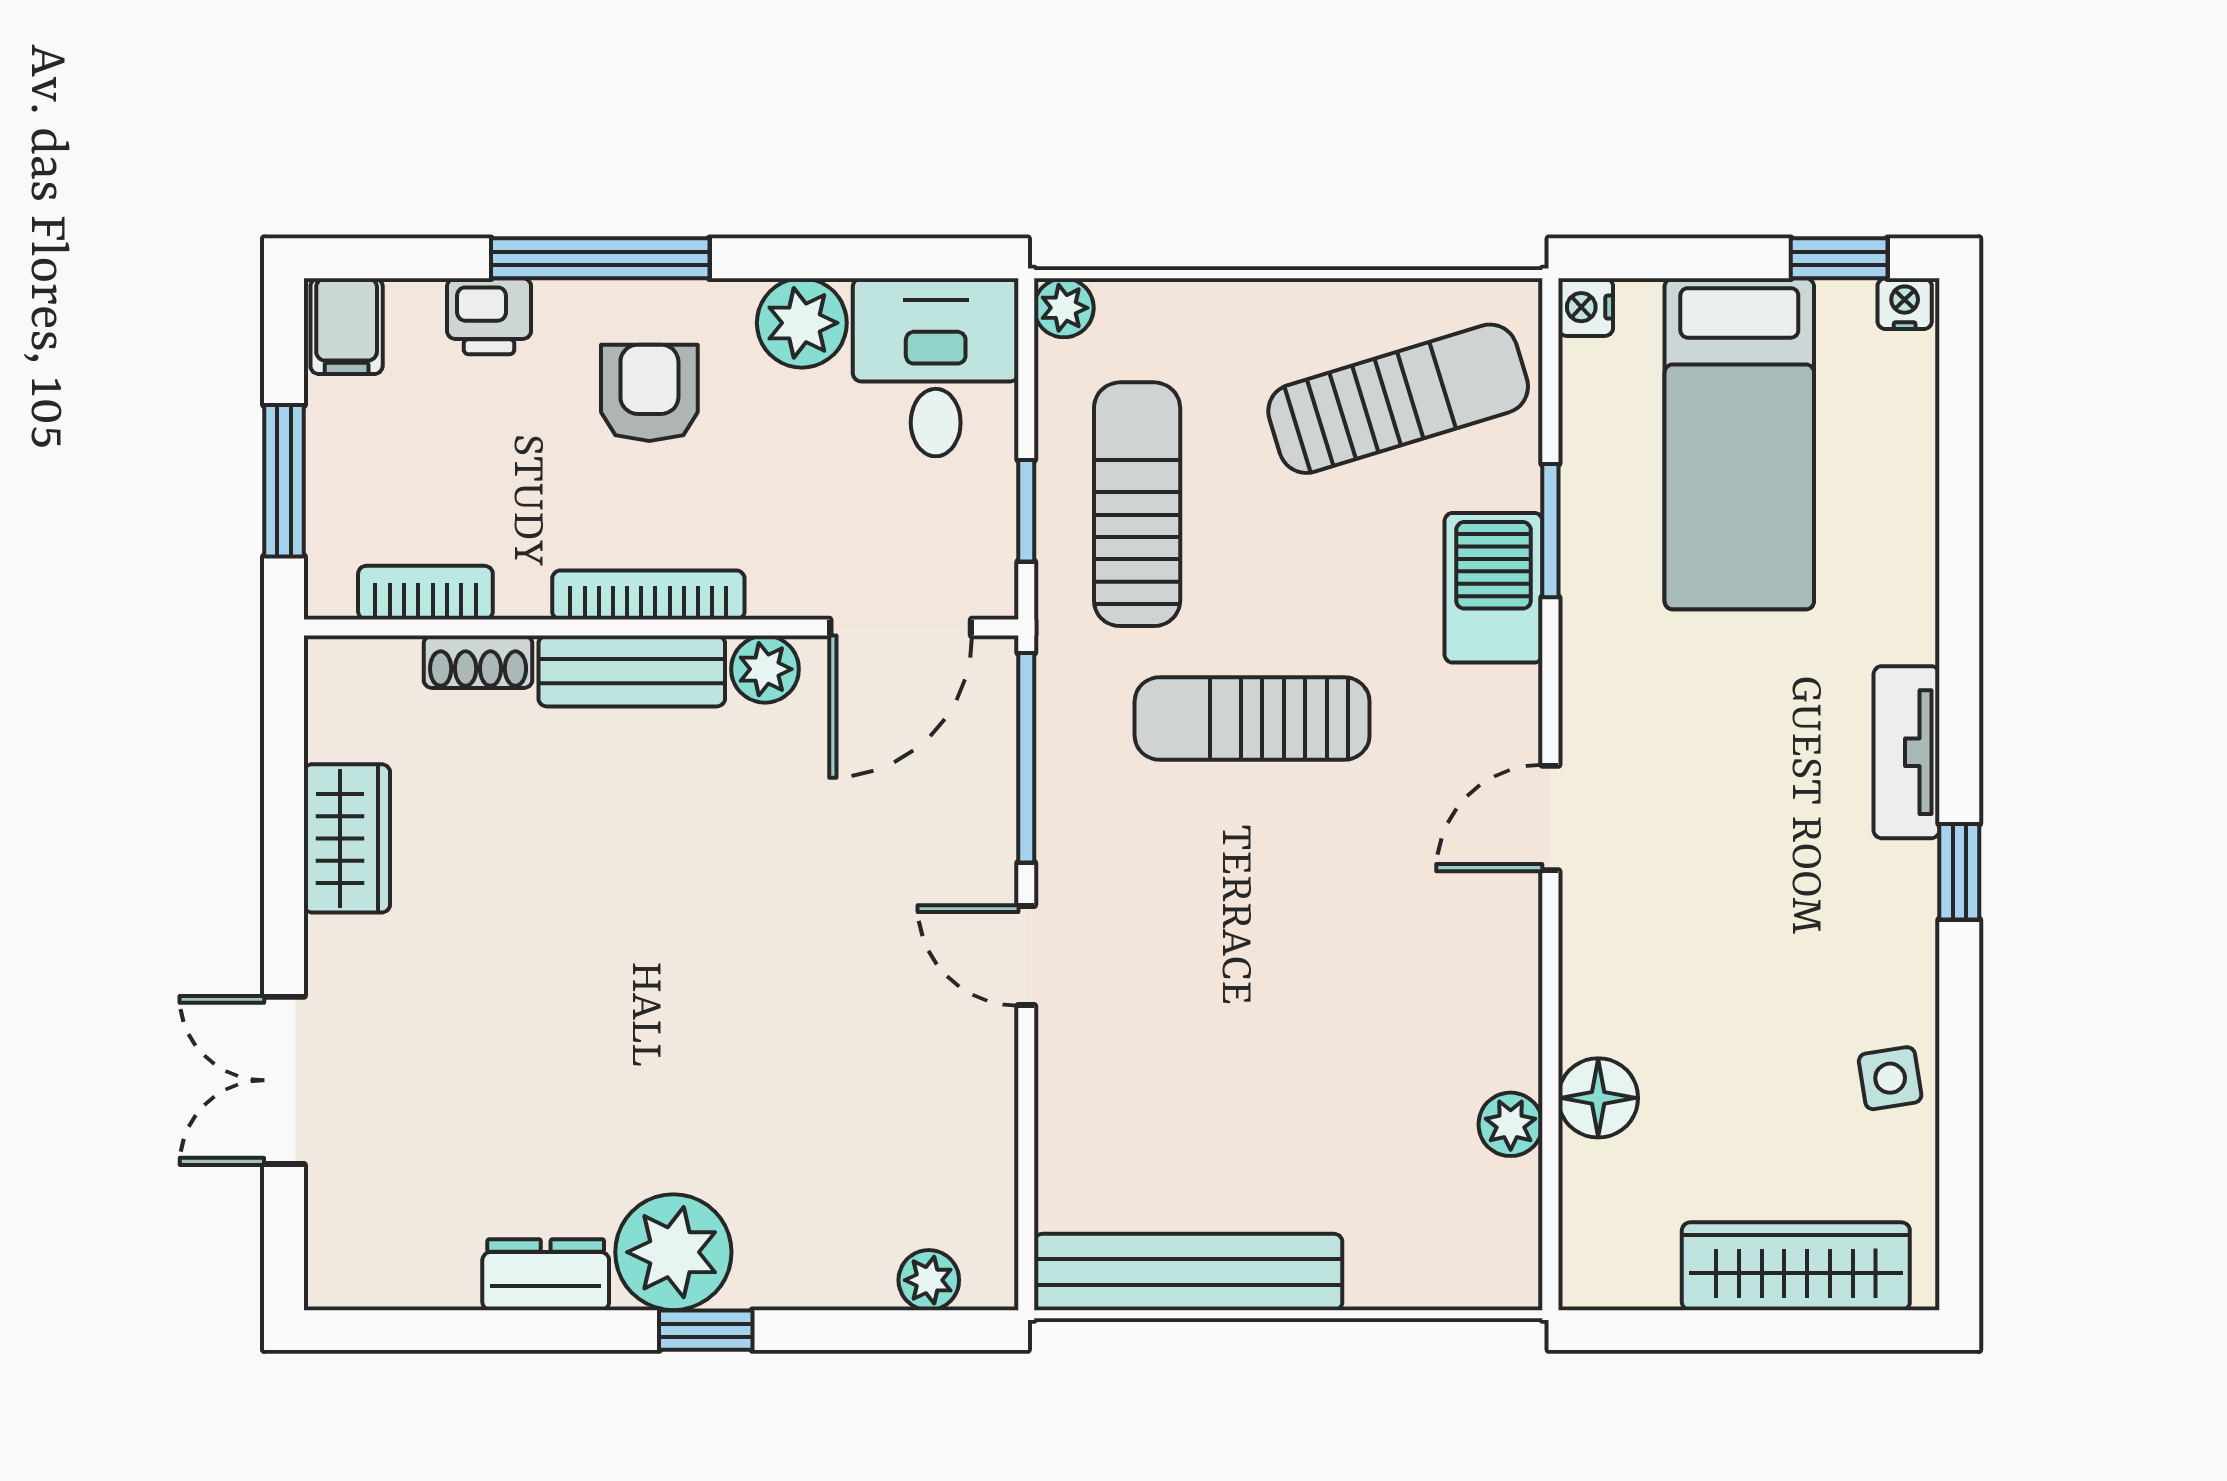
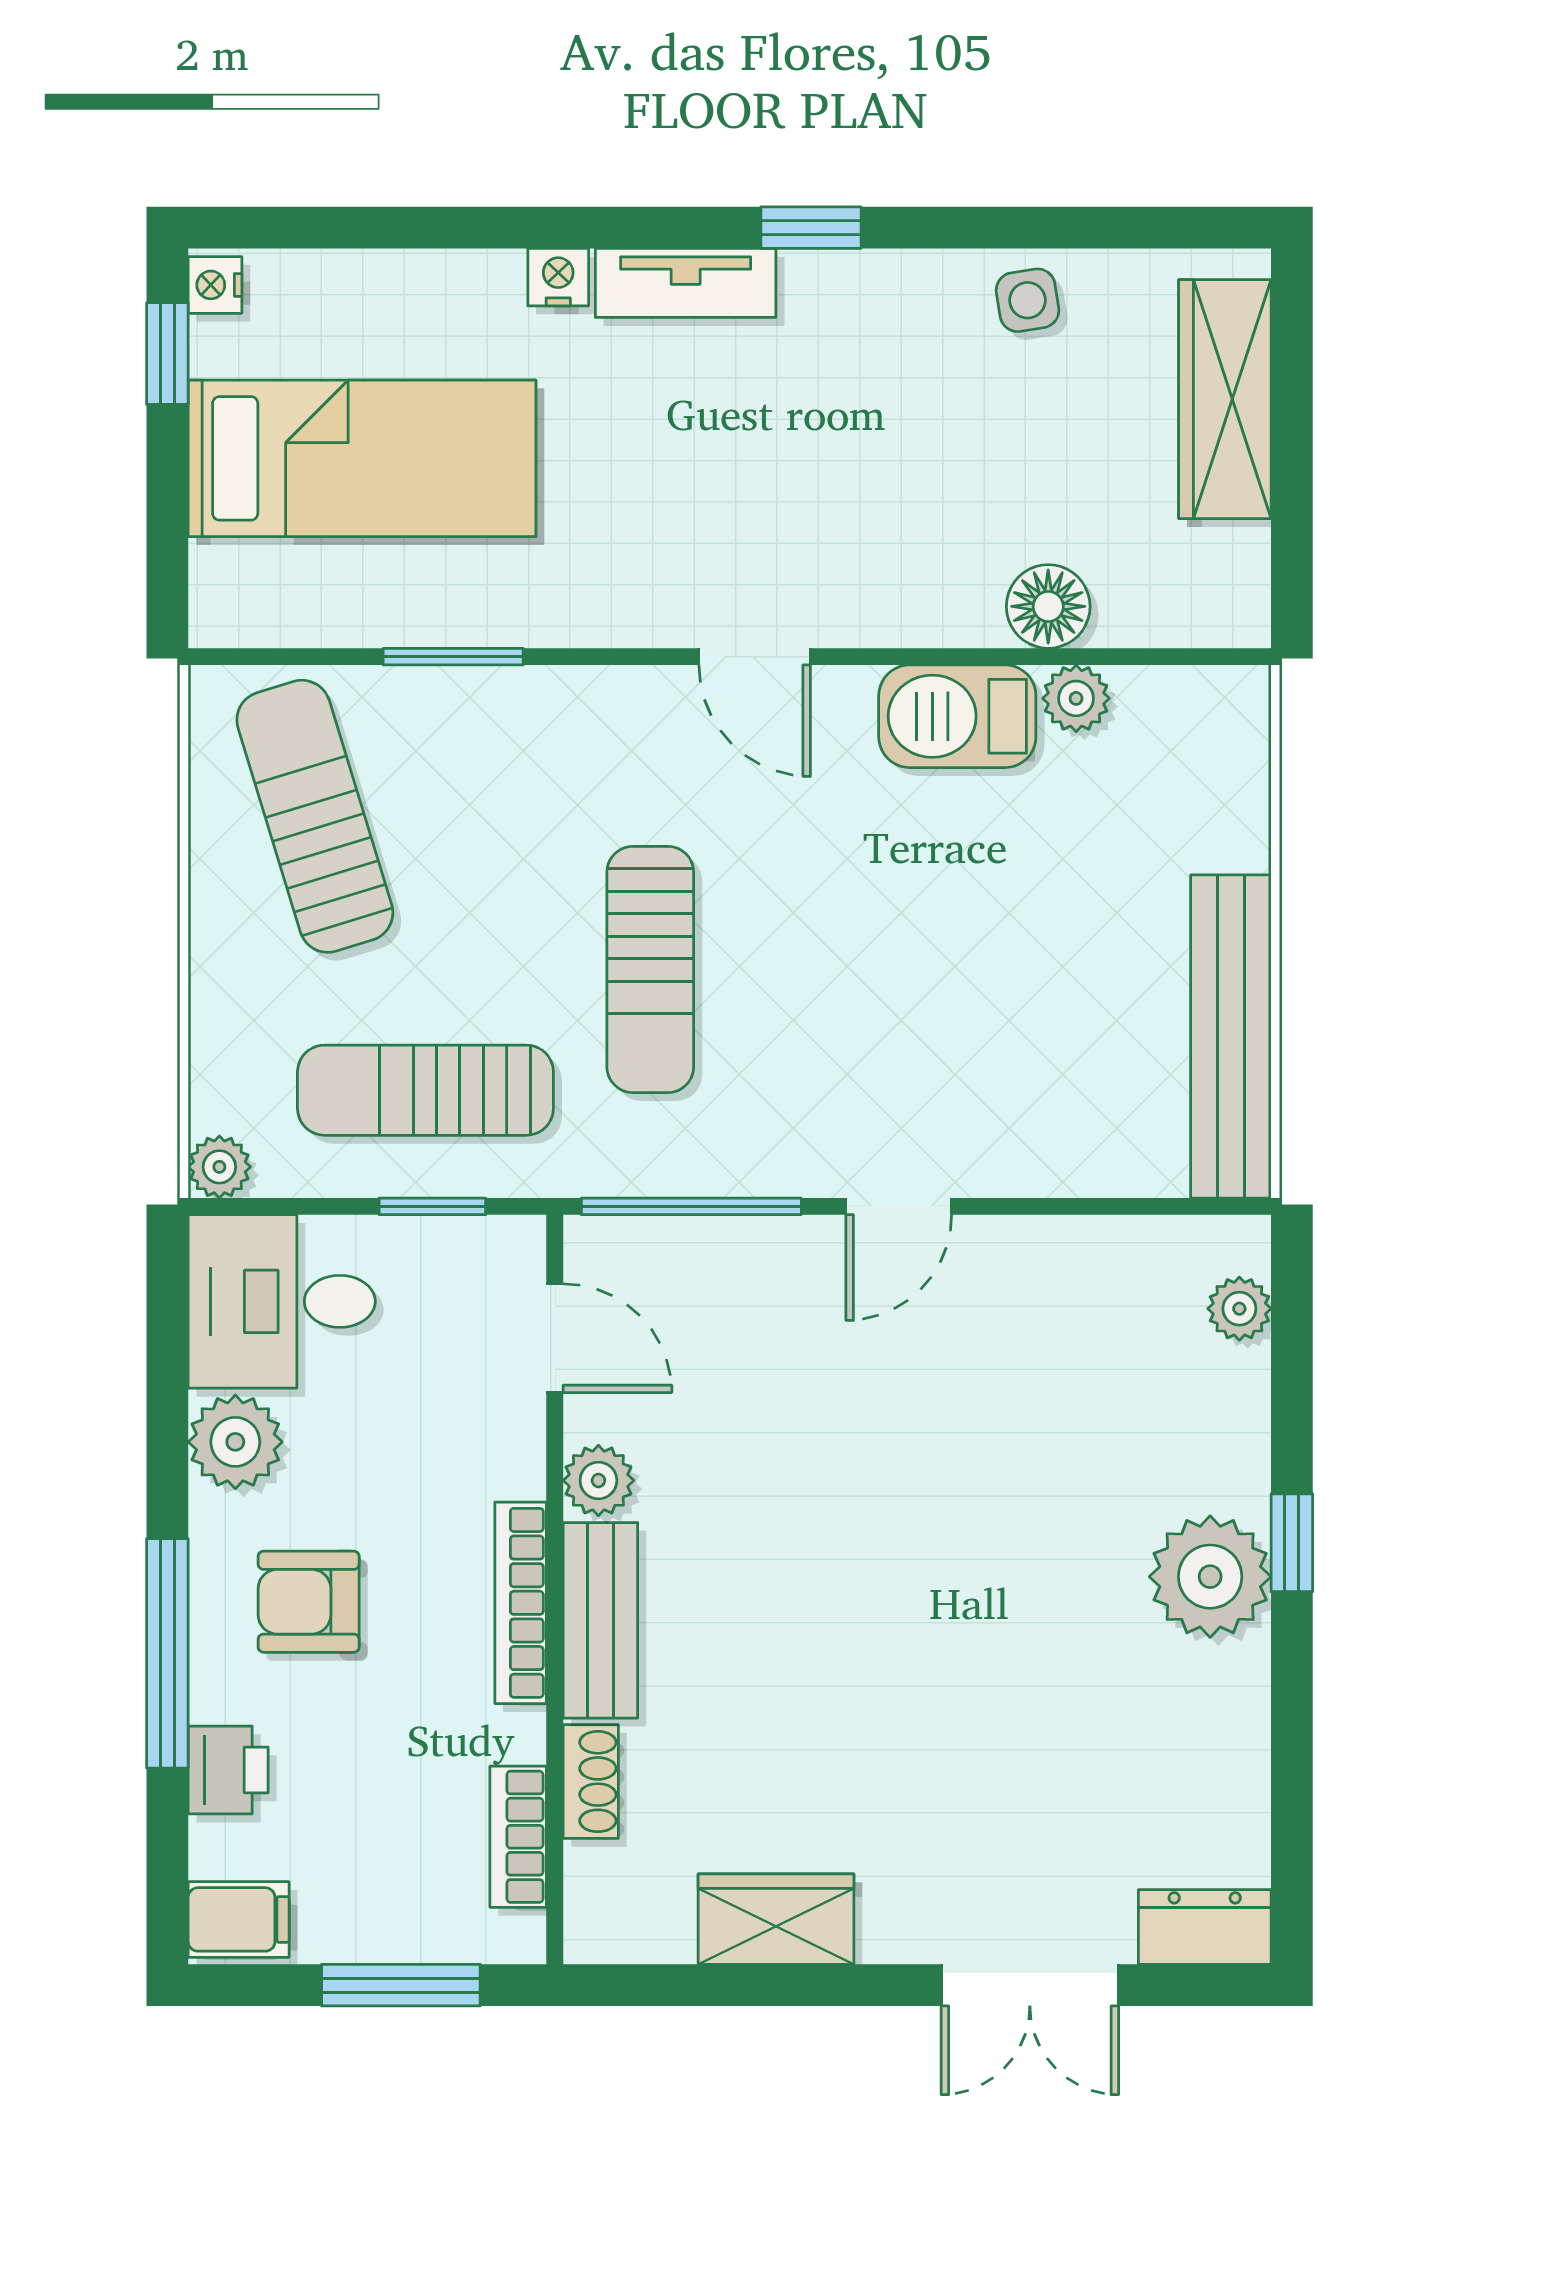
nightstand: (1586, 307) -> (558, 277), moved, turned 180
barbecue: (1494, 588) -> (957, 716), moved
door: (901, 627) -> (555, 1338), width x0.73
dresser: (546, 1275) -> (1205, 1927), moved, turned 90

